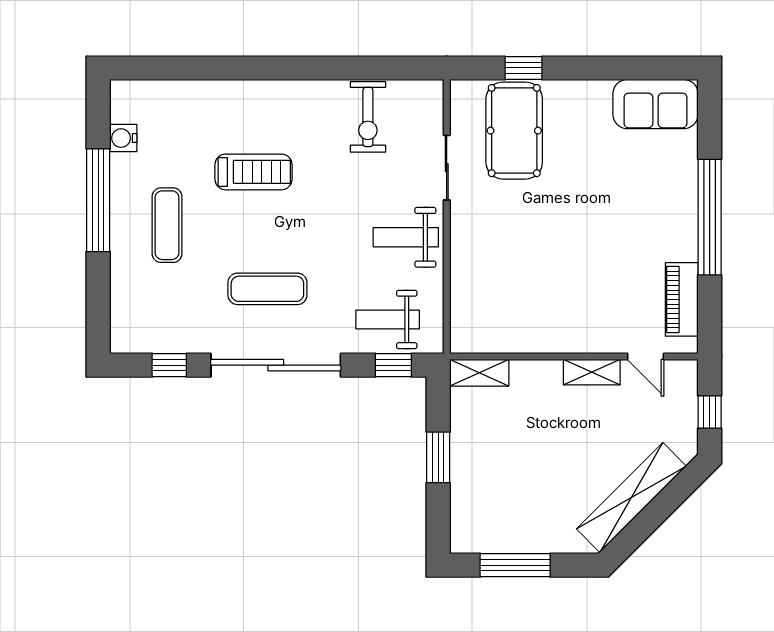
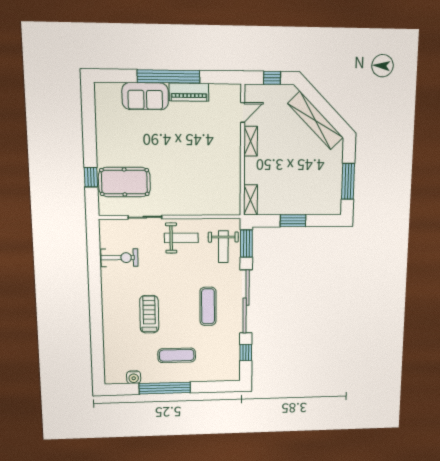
sofa: (655, 104) -> (145, 96), moved, turned 90
weight bench: (406, 237) -> (181, 238), turned -90
piano: (682, 299) -> (189, 92), moved
window: (393, 365) -> (246, 244), width x1.50

